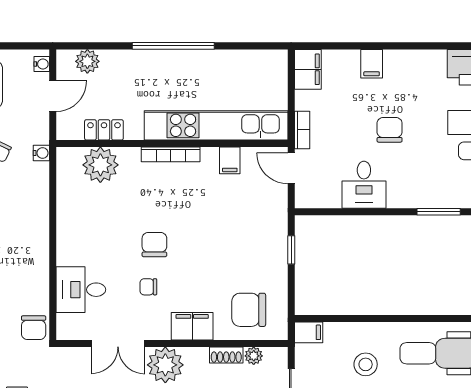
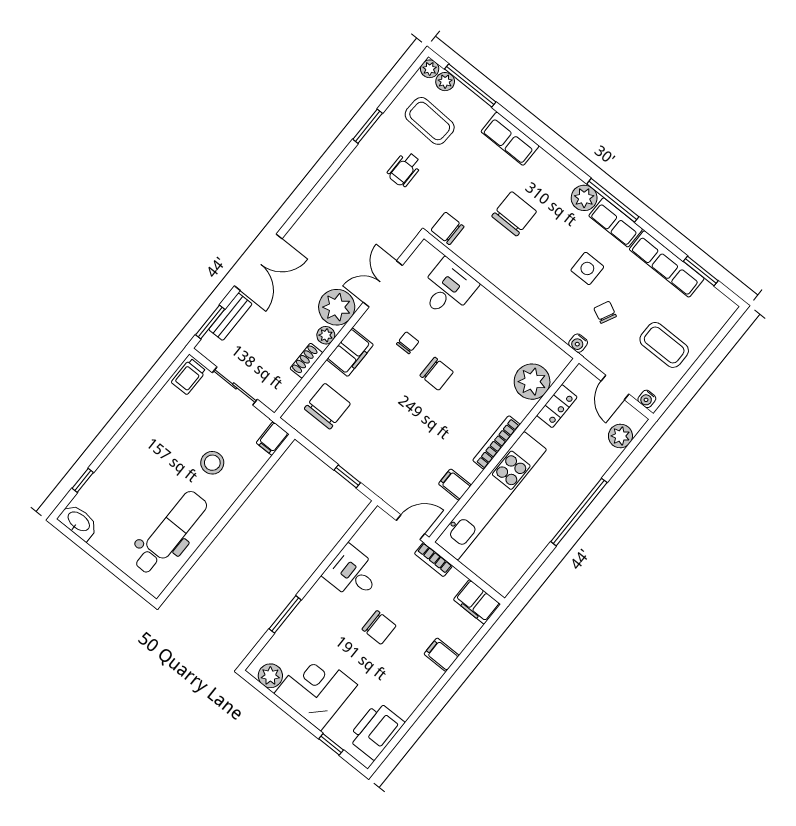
plant: (254, 356) -> (326, 335), moved

